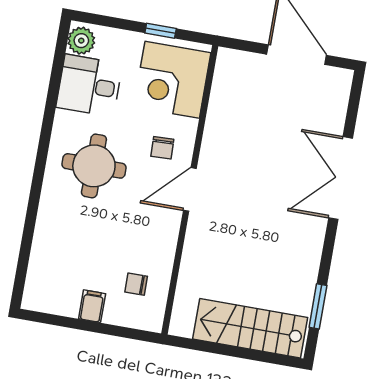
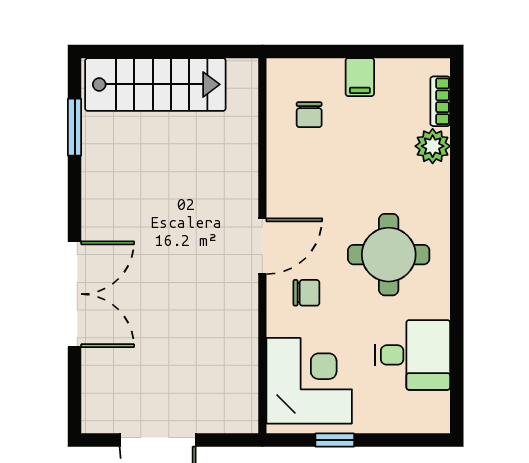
plant: (81, 41) -> (433, 146), moved
chair: (162, 148) -> (306, 293), turned 92
bookcase: (34, 277) -> (440, 101), added
chair: (136, 284) -> (309, 115), turned 90

